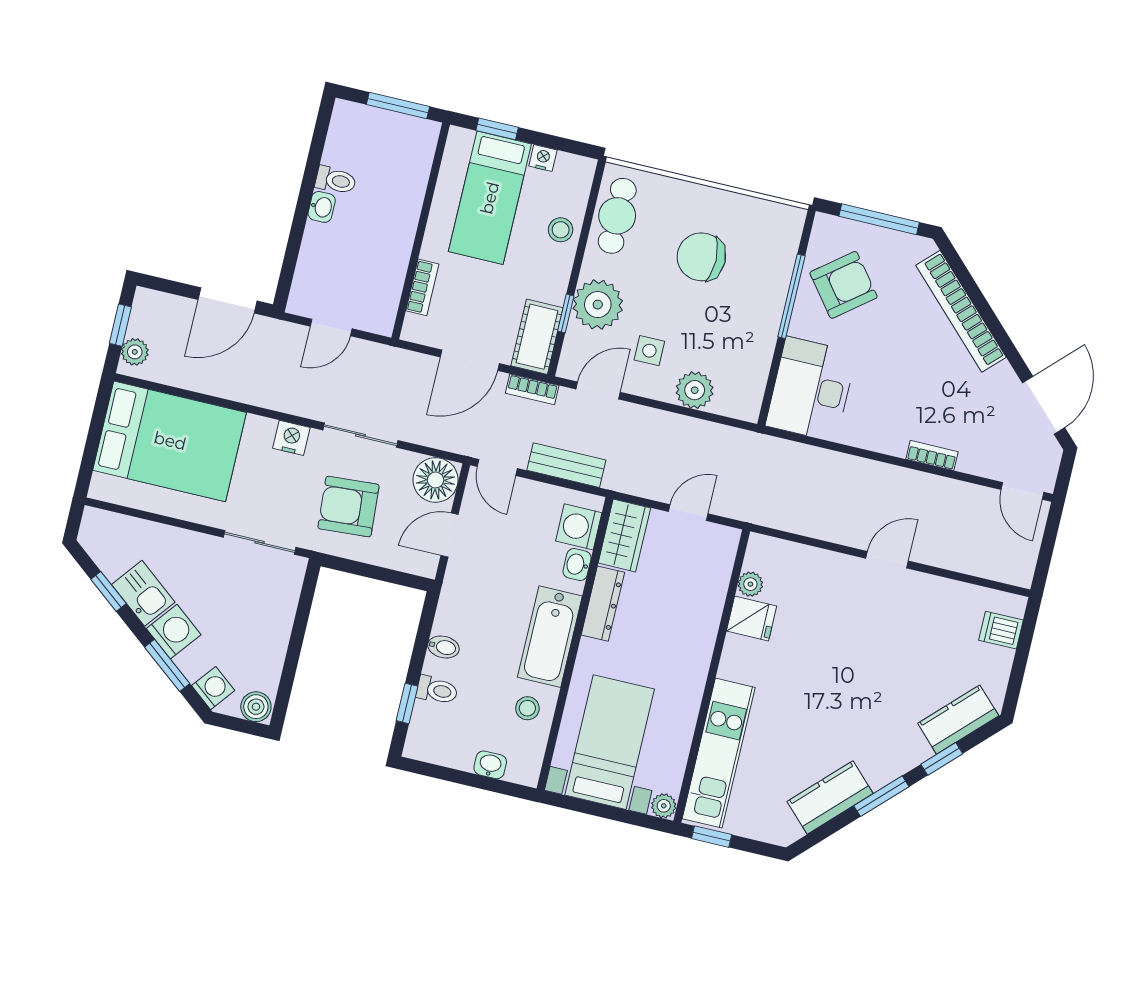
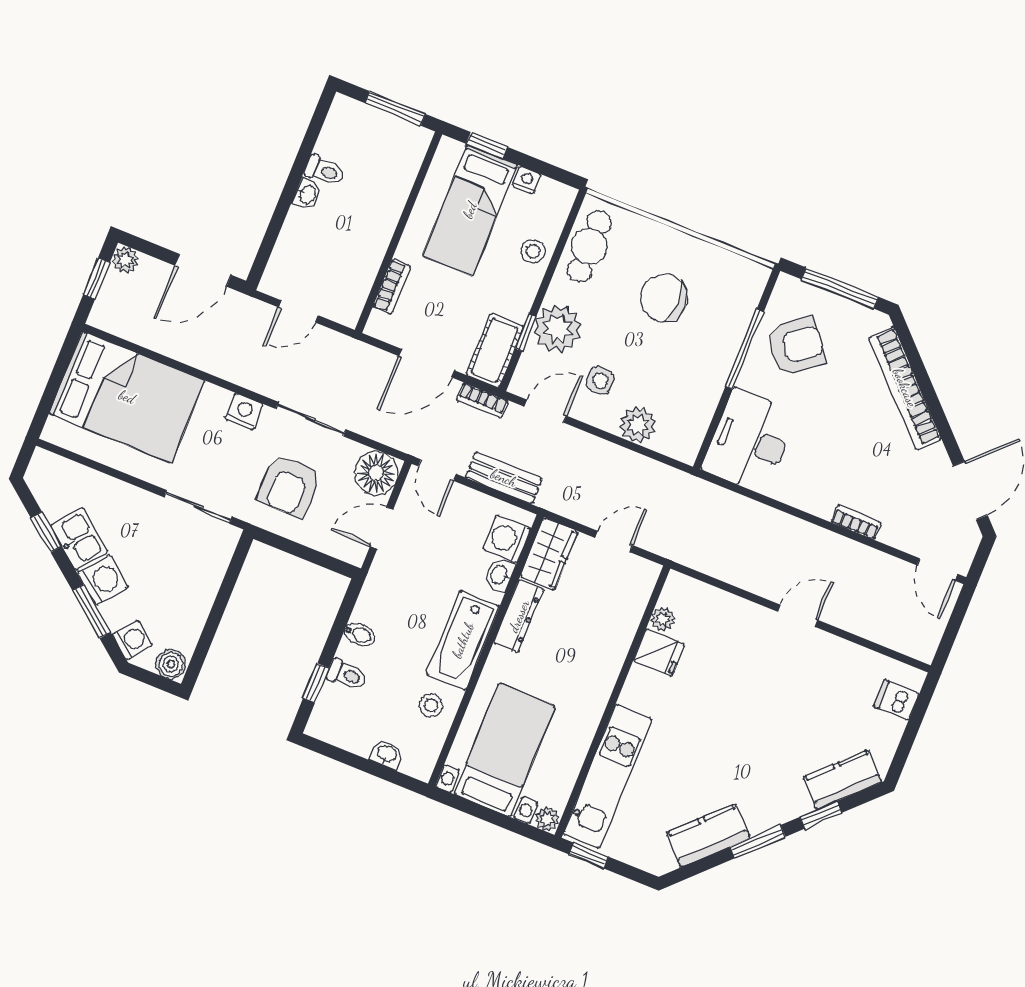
plant: (135, 352) -> (125, 260), moved
armchair: (348, 507) -> (289, 486), turned -86

